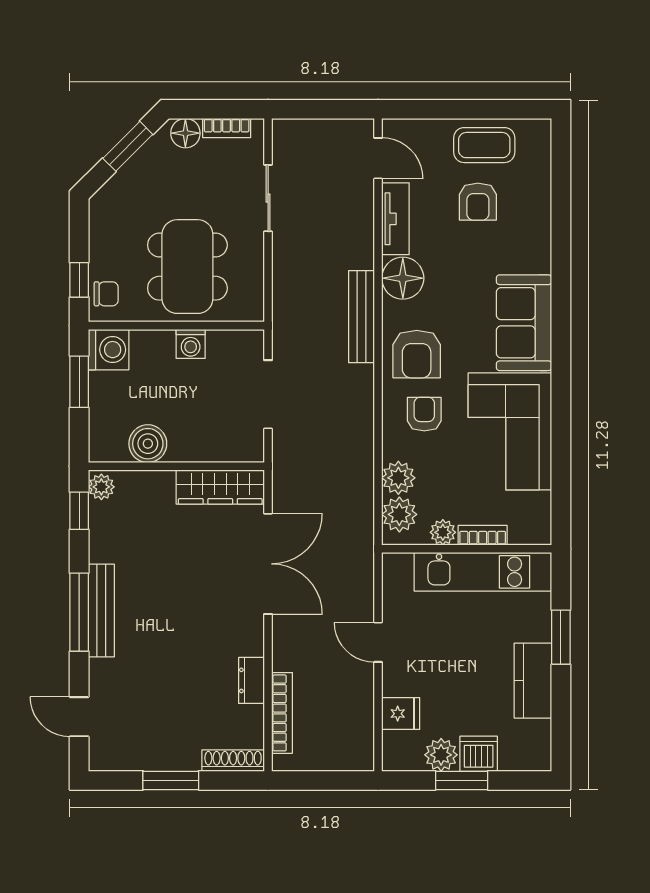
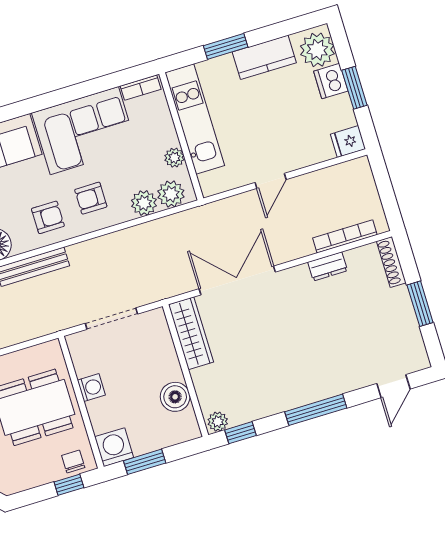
armchair: (417, 354) -> (48, 217), width x0.72, depth x0.72
bookcase: (483, 535) -> (141, 88), moved, turned -90
bench: (101, 611) -> (310, 394), removed
fridge: (401, 714) -> (348, 142), moved, turned -90
plant: (441, 755) -> (317, 50), moved, width x1.36, depth x1.36

